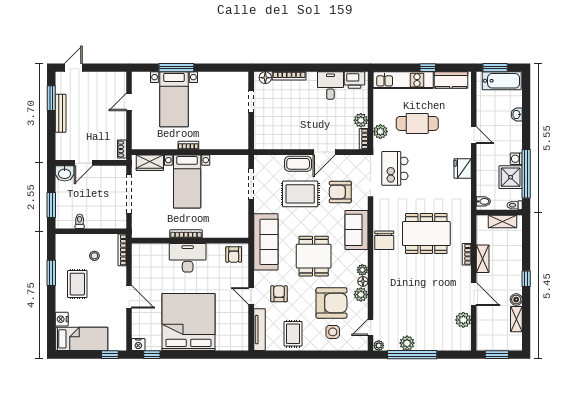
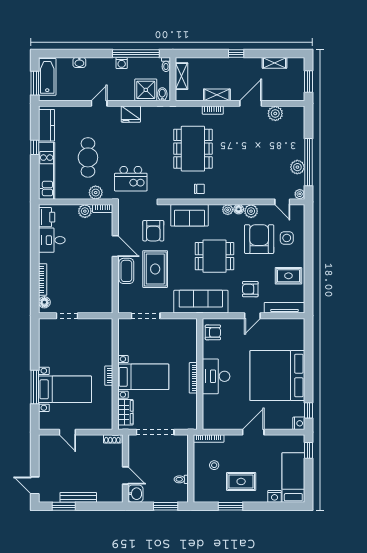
shower: (511, 177) -> (146, 90), moved
chair: (384, 240) -> (199, 189), width x0.54, depth x0.54
boiler: (516, 300) -> (256, 63), removed

